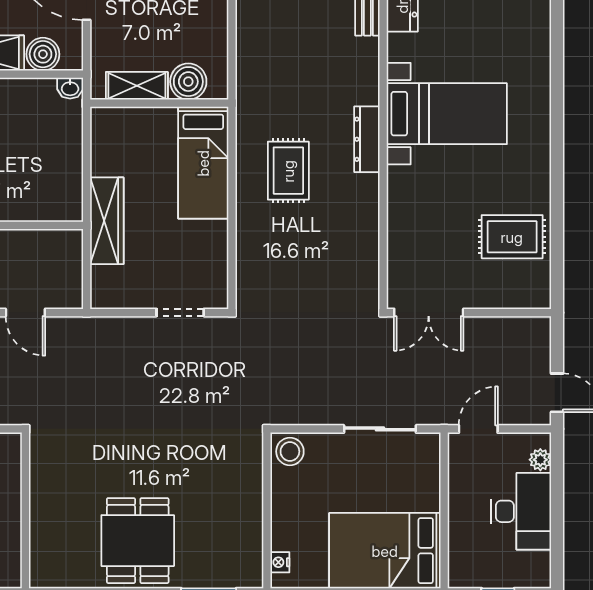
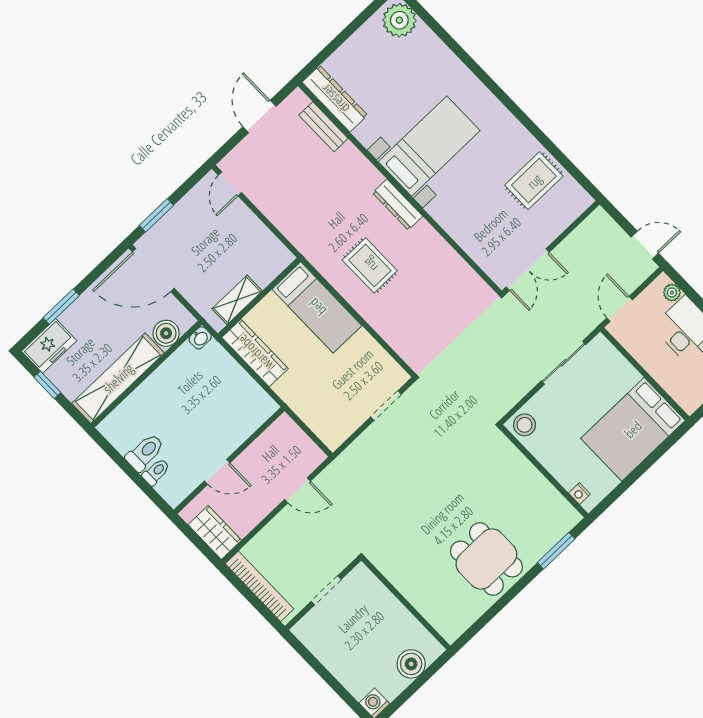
boiler: (188, 82) -> (264, 269), removed
wardrobe: (107, 221) -> (255, 353), moved

